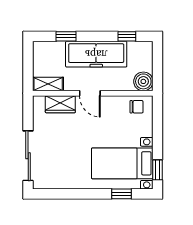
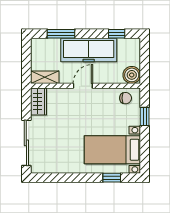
window: (66, 36) -> (61, 34), width x1.50
door: (90, 93) -> (83, 86), swing flipped
wardrobe: (60, 104) -> (39, 101), moved, turned -90
window: (158, 170) -> (145, 117), moved

